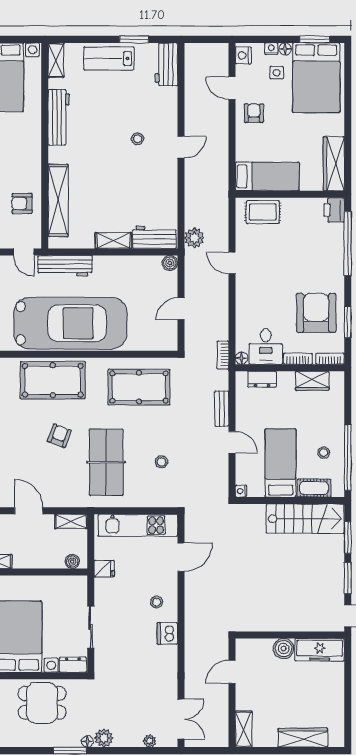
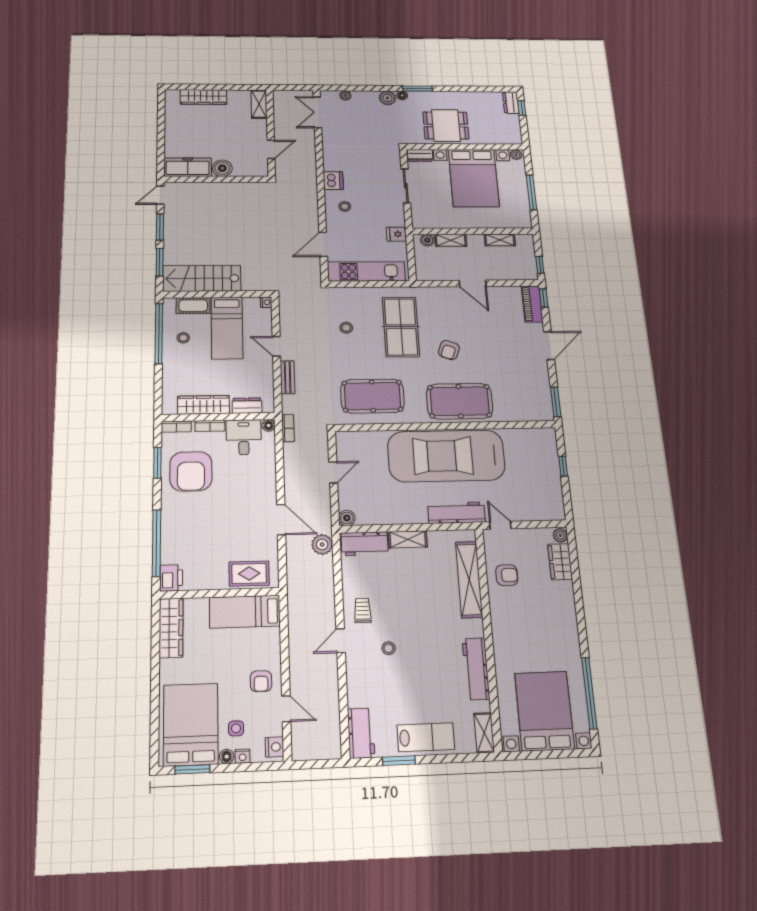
trolley: (159, 174) -> (363, 610), added
door: (232, 263) -> (281, 520), width x1.38
wardrobe: (312, 381) -> (204, 405), width x1.50
shelving: (71, 521) -> (451, 240), moved

